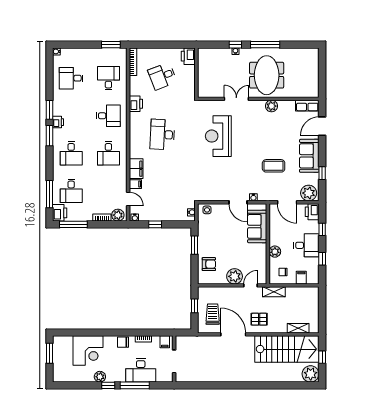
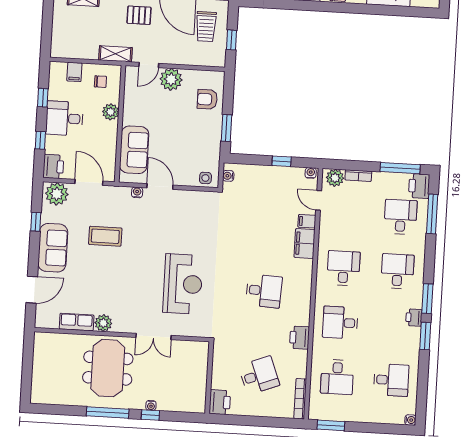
row of seats: (307, 106) -> (77, 322), moved
desk: (162, 135) -> (264, 291), width x0.73

